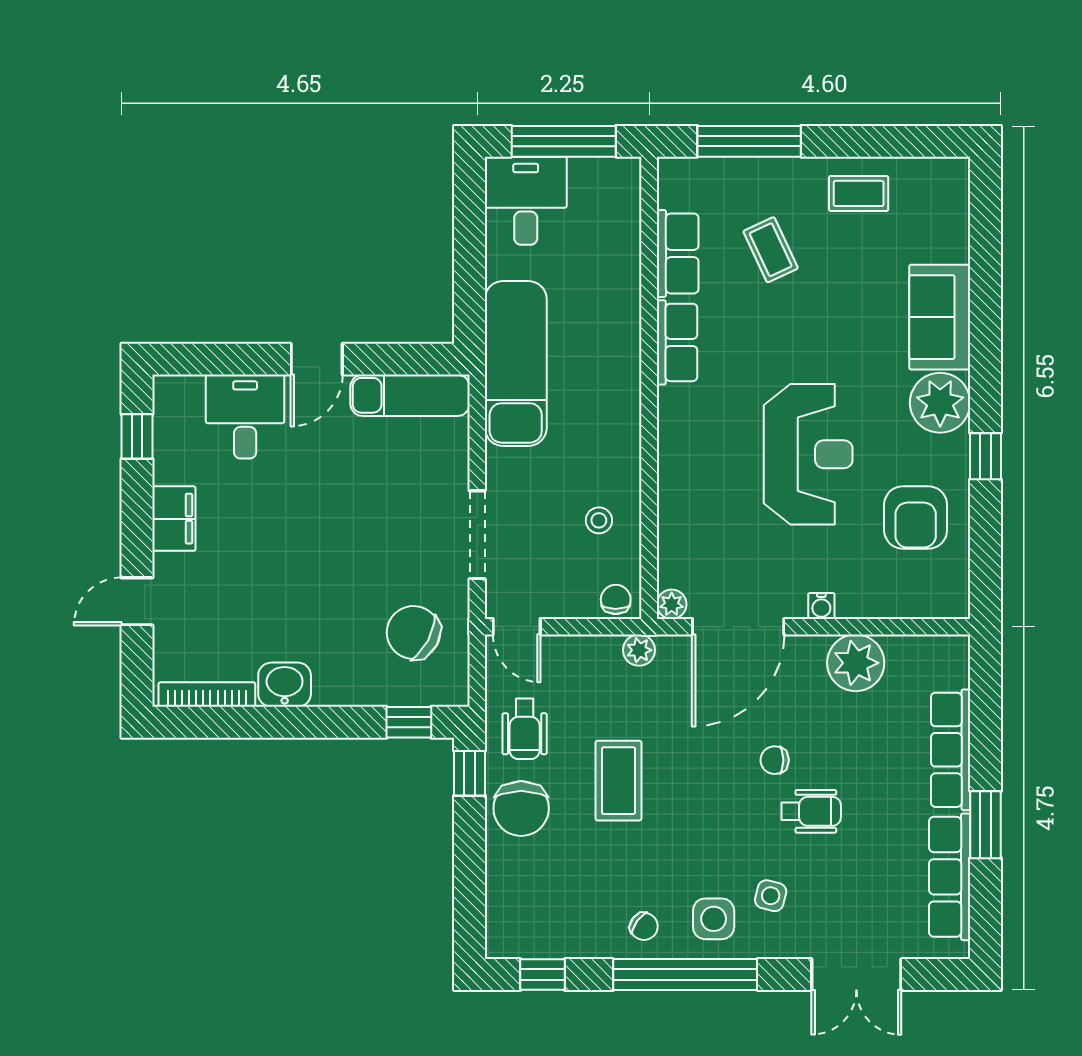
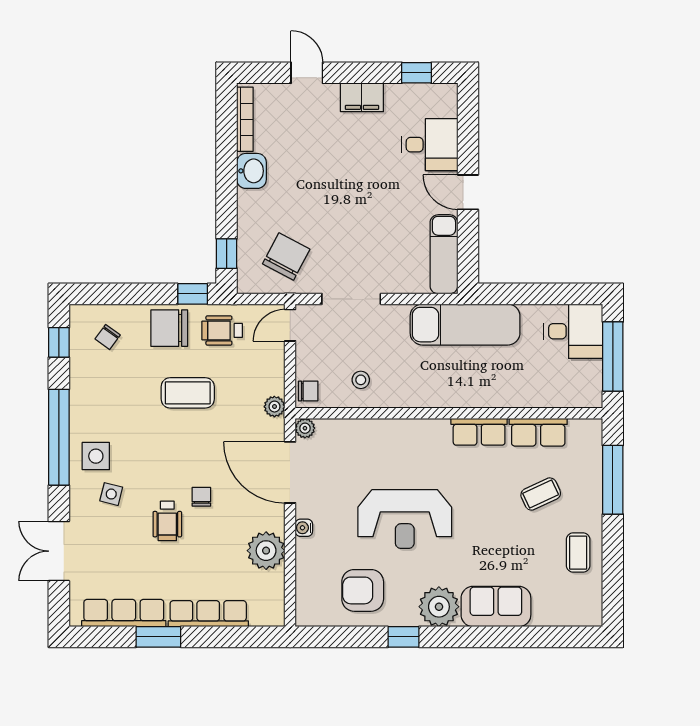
chair: (644, 926) -> (108, 337), moved

